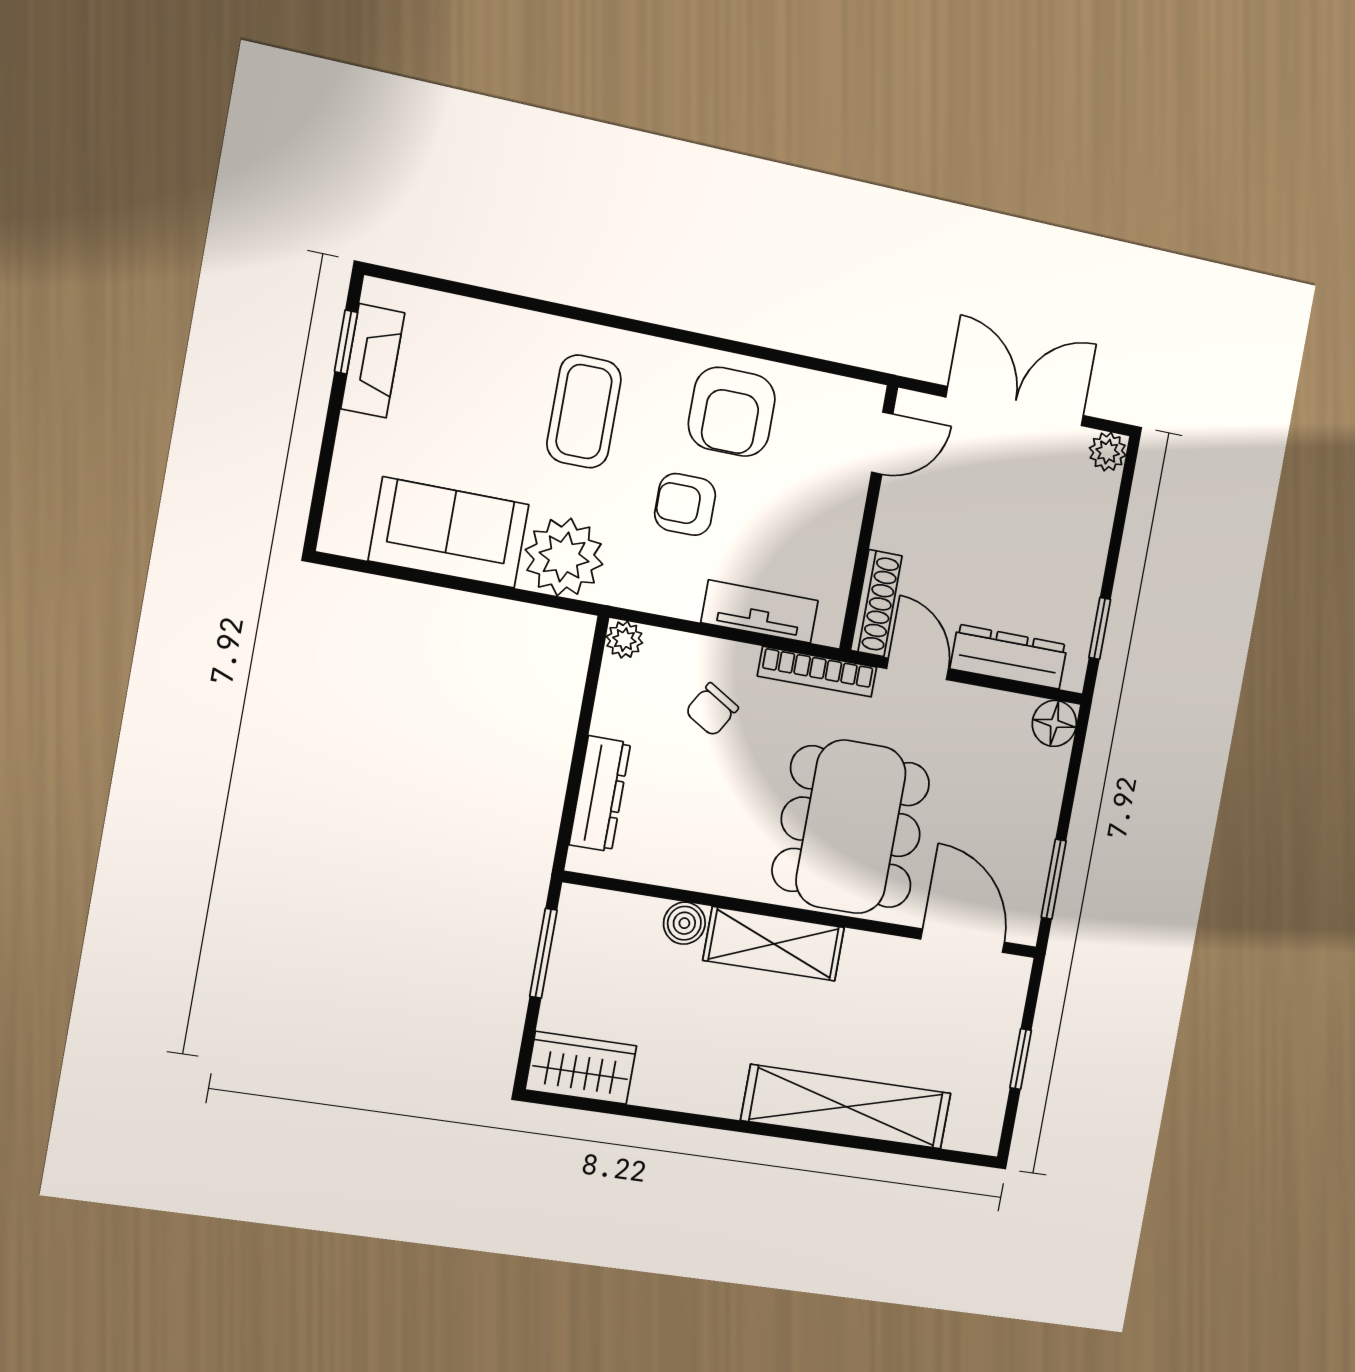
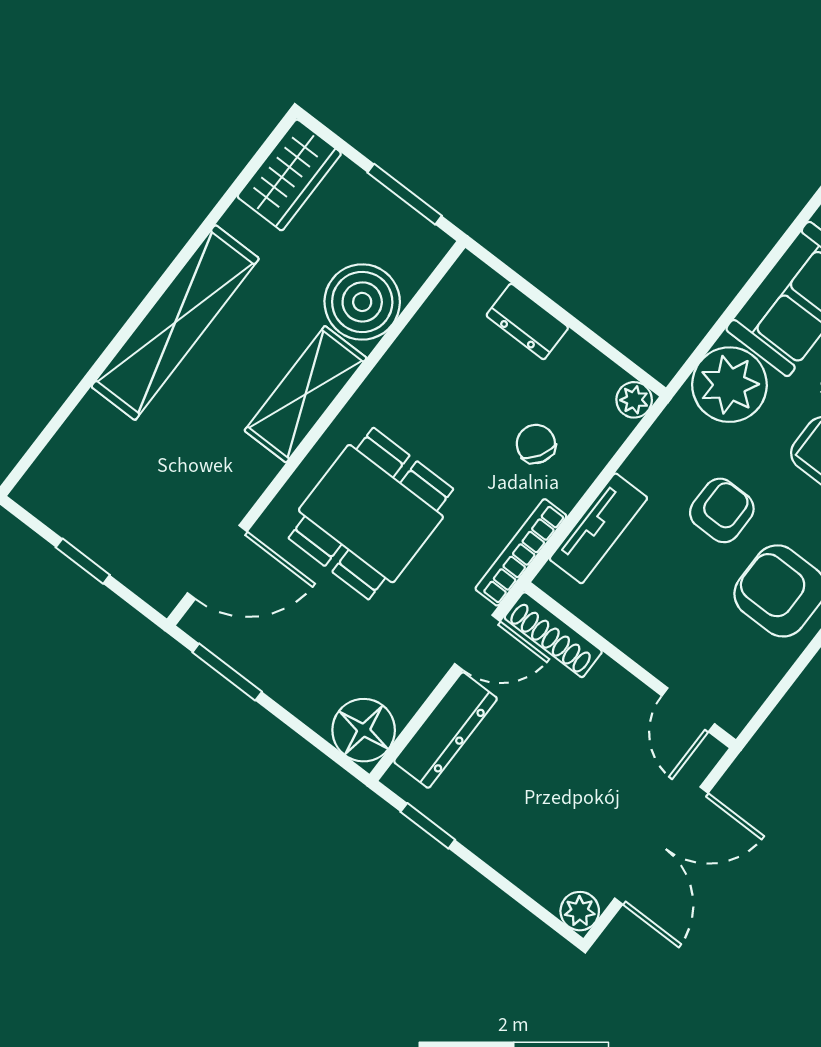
floor lamp: (1054, 723) -> (364, 730), width x1.38, depth x1.38
dresser: (600, 794) -> (527, 322), width x0.70
dining table: (851, 827) -> (371, 514), width x0.73
boiler: (684, 923) -> (362, 302), width x1.86, depth x1.86
shelving: (846, 1107) -> (175, 323), moved

